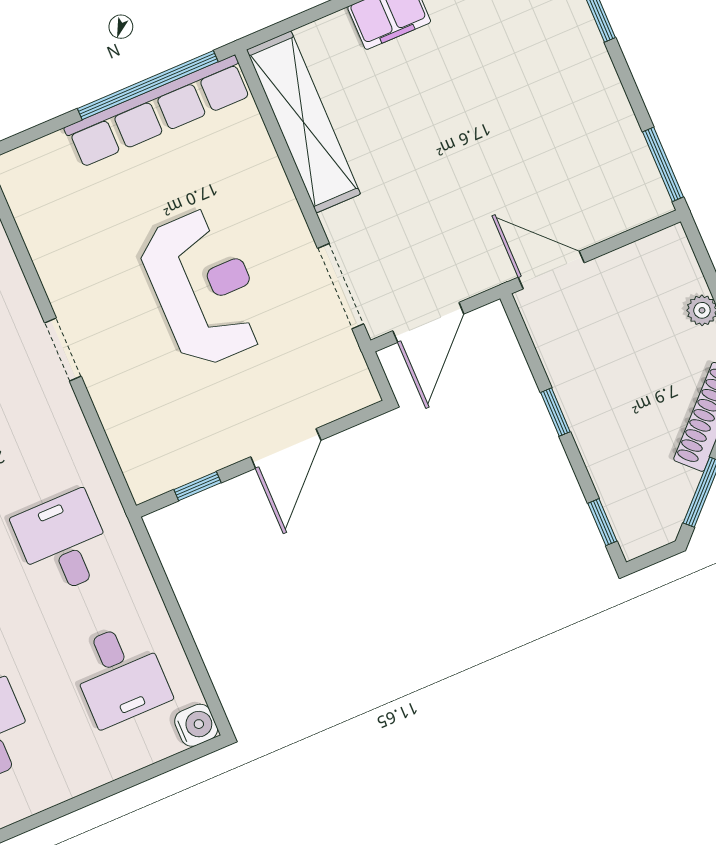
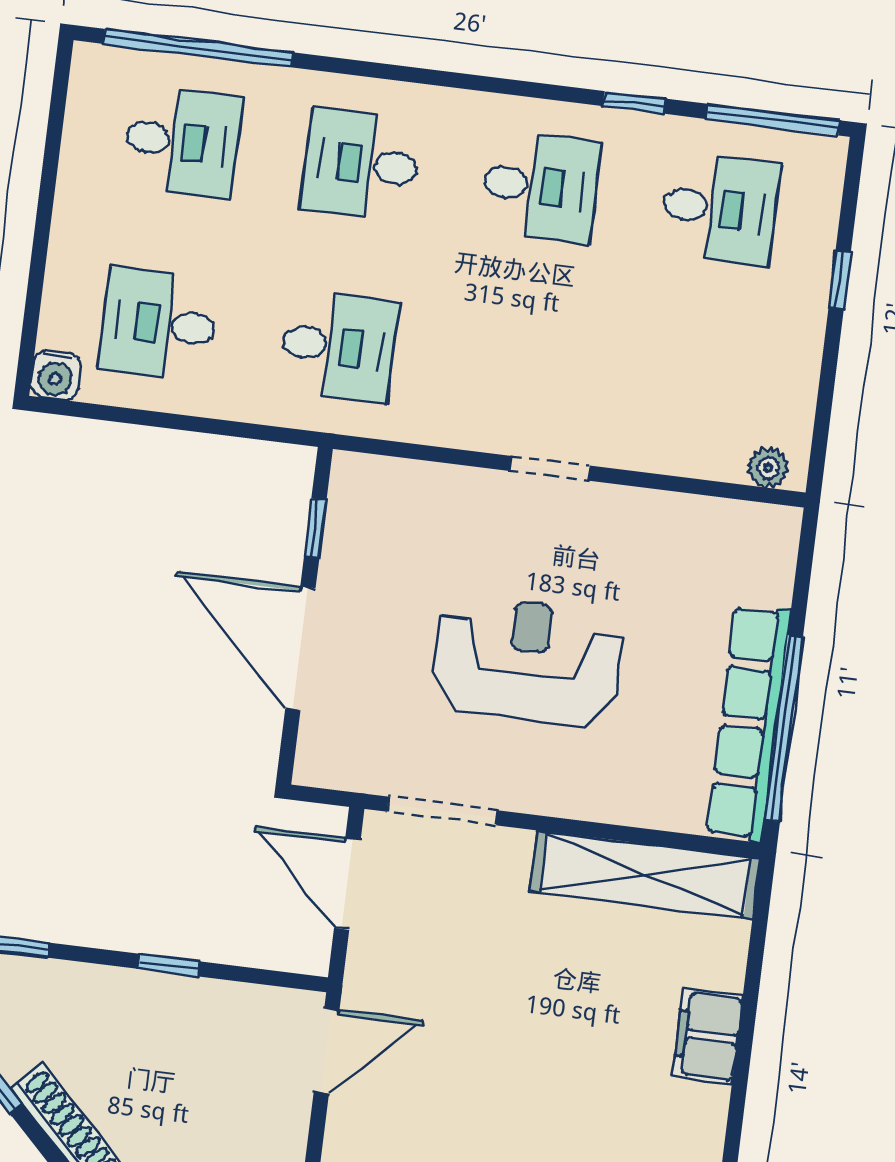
reception desk: (204, 288) -> (528, 661), turned 180
door: (286, 448) -> (300, 648), width x1.36

